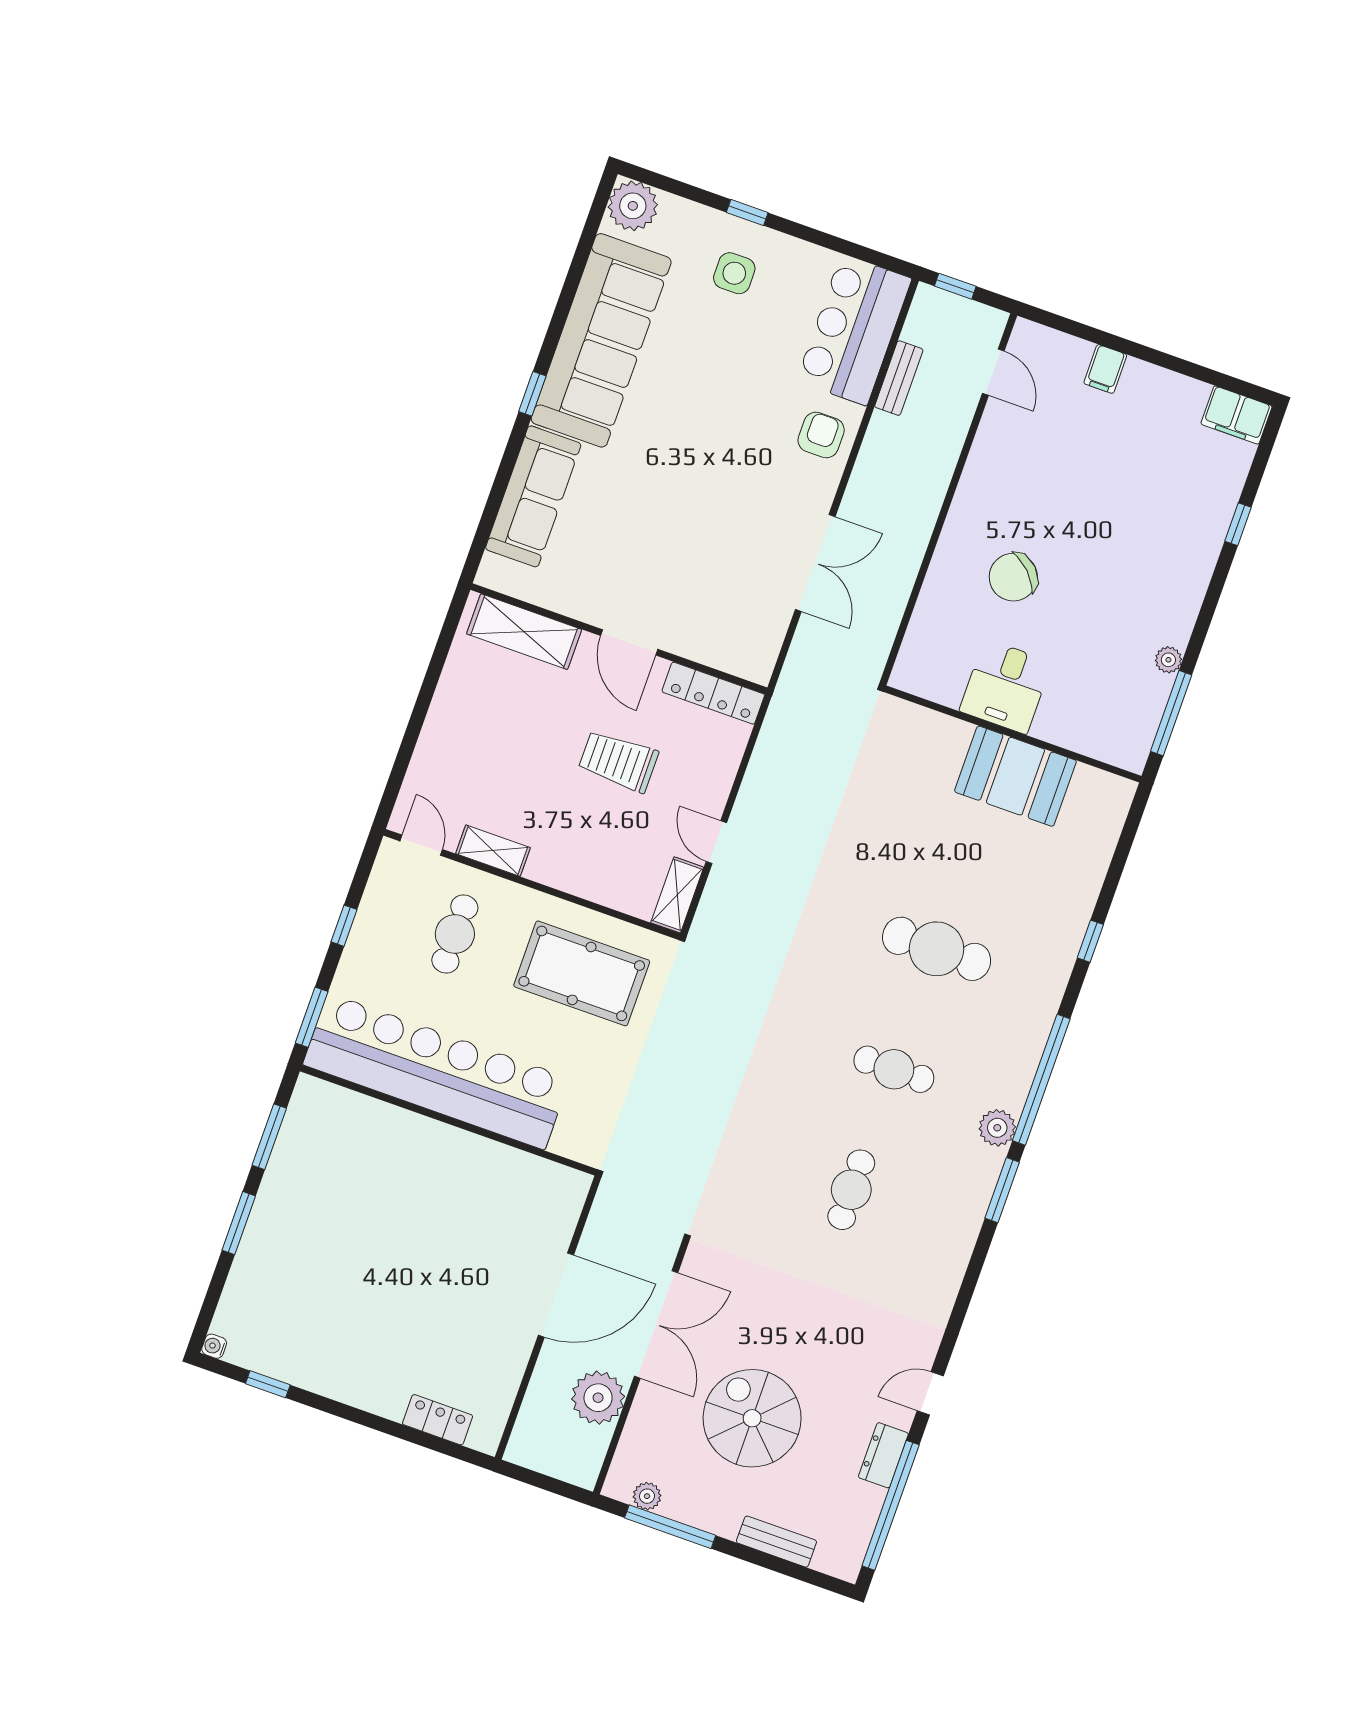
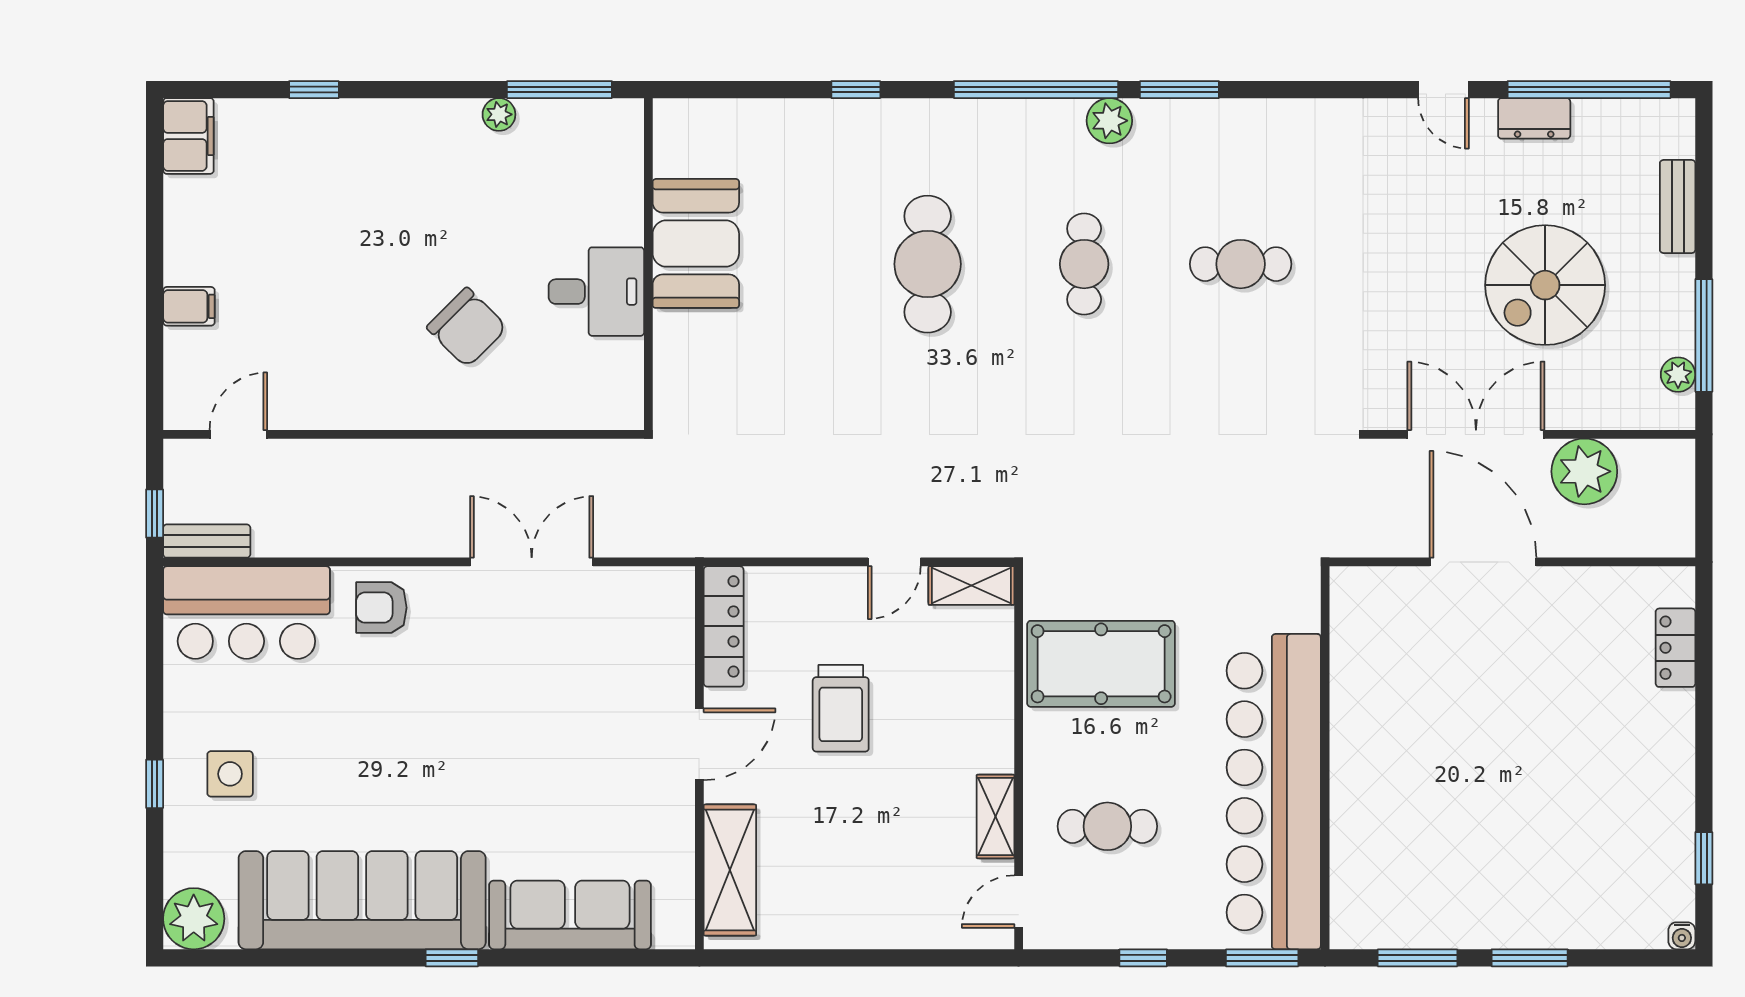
bench: (899, 378) -> (207, 541), moved
pool table: (582, 973) -> (1101, 664), turned 90

